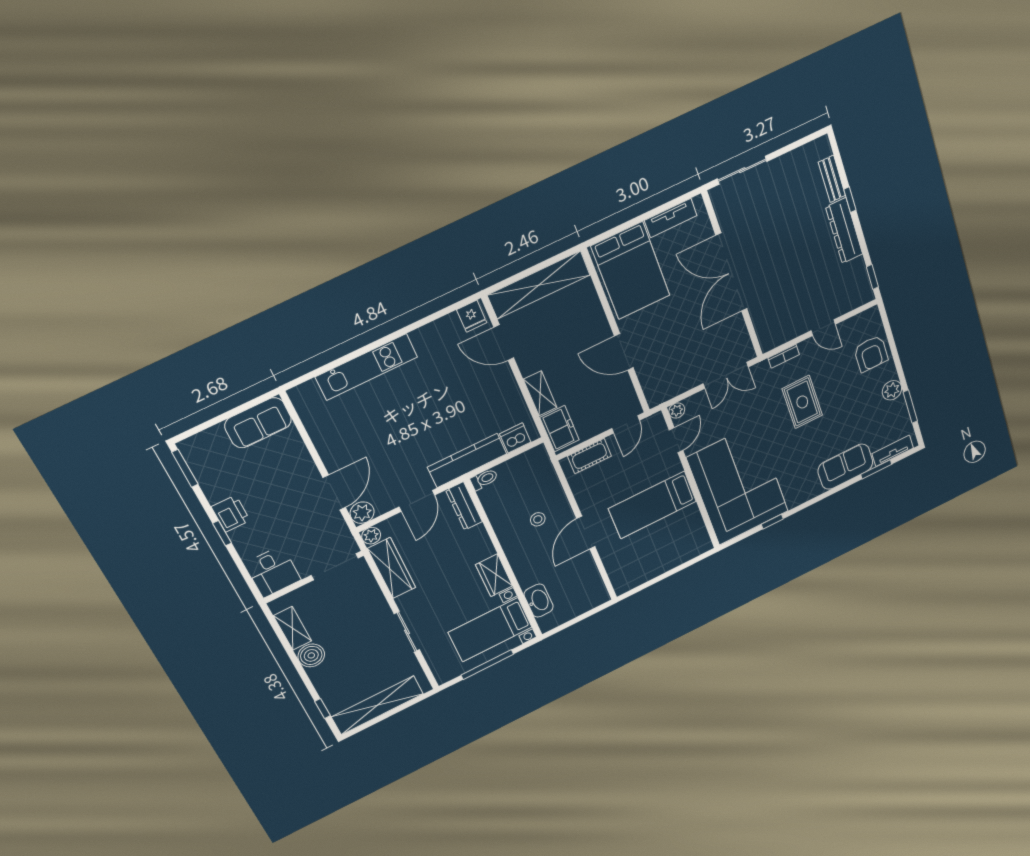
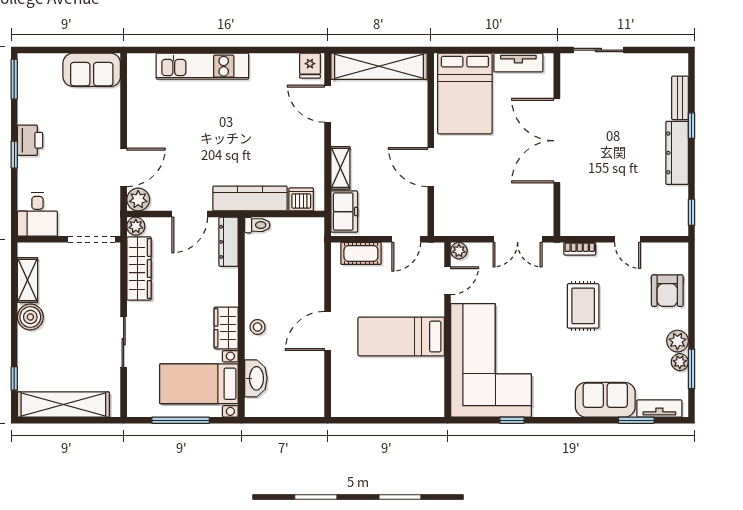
plant: (899, 406) -> (680, 362), added
stool: (538, 519) -> (258, 327), moved

